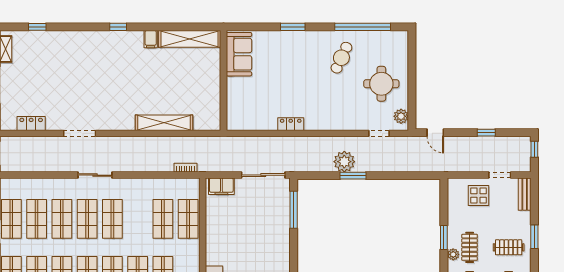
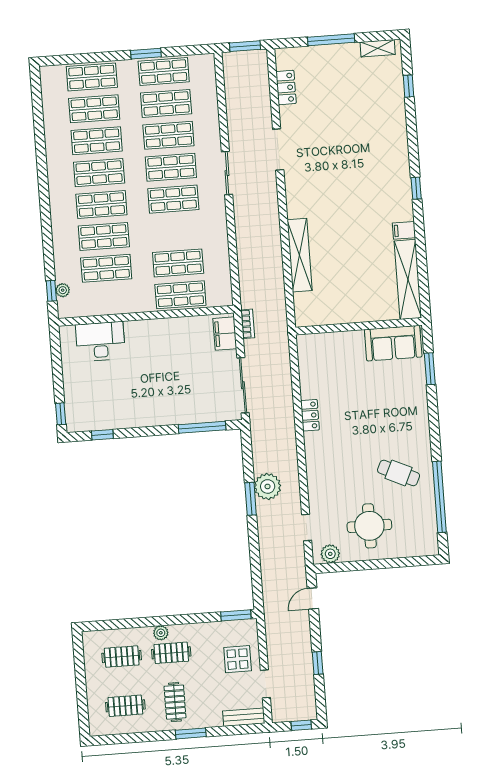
window: (293, 27) -> (430, 369), moved
bookcase: (186, 168) -> (248, 324), moved
window: (444, 237) -> (236, 615), moved

